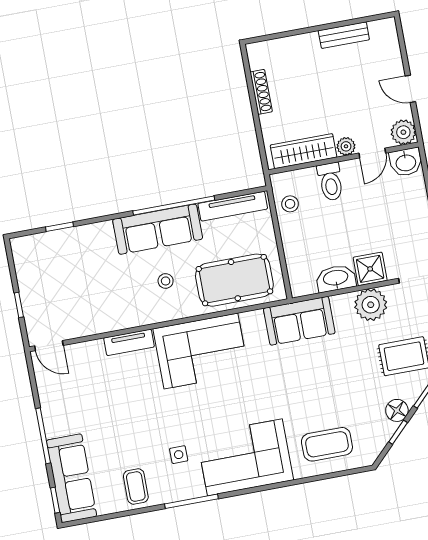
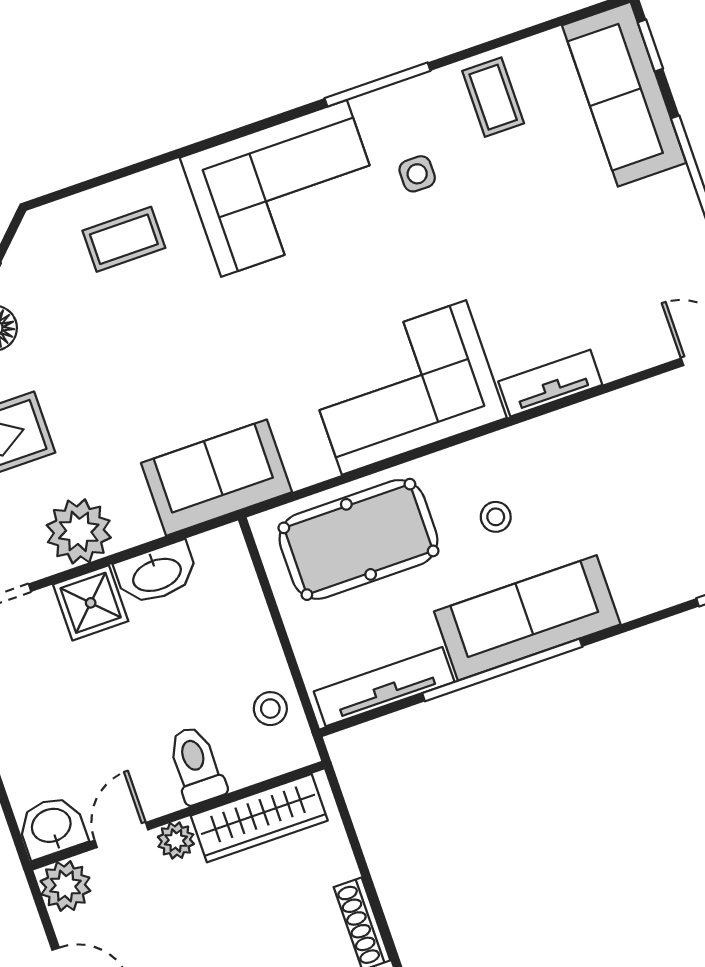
coffee table: (327, 444) -> (124, 239), width x0.73, depth x0.77

